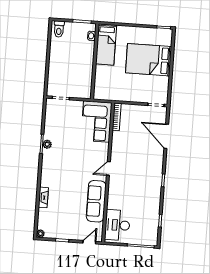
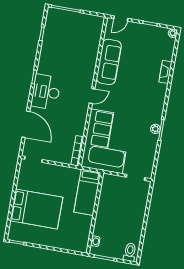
bed: (106, 44) -> (87, 192), moved, turned 180
corner sofa: (96, 122) -> (106, 141), width x1.36, depth x1.36
desk: (117, 225) -> (46, 92), moved, turned 180

